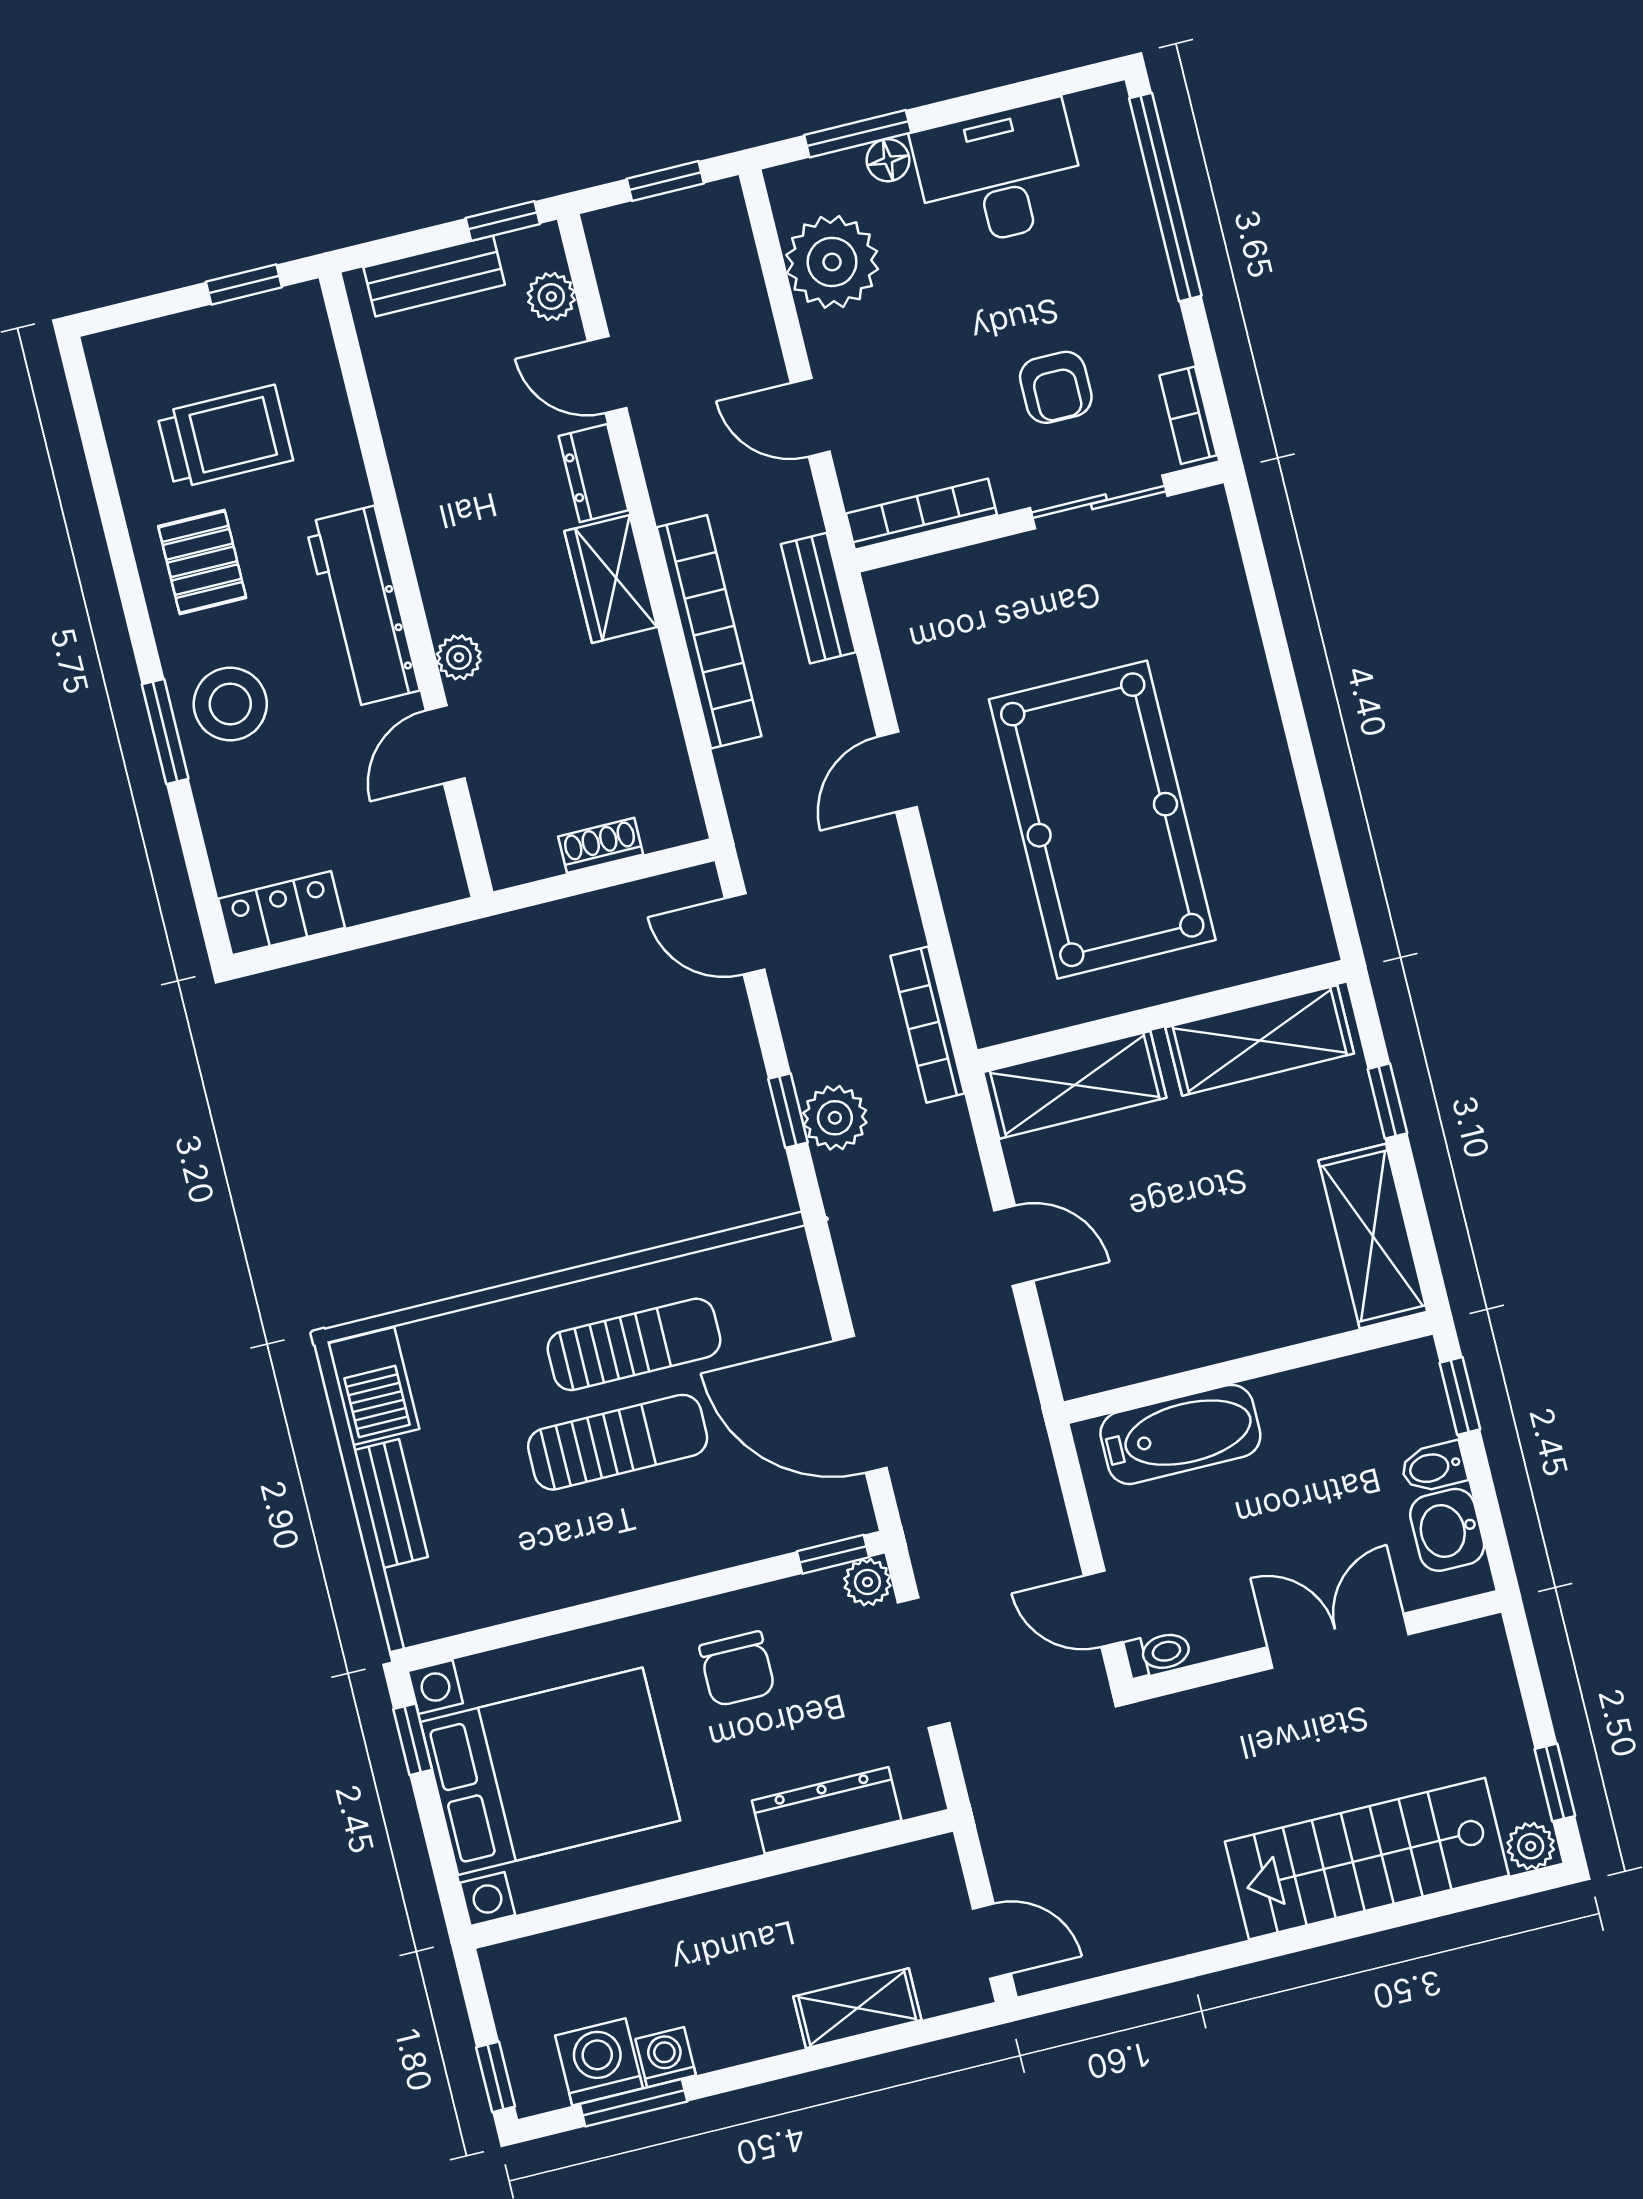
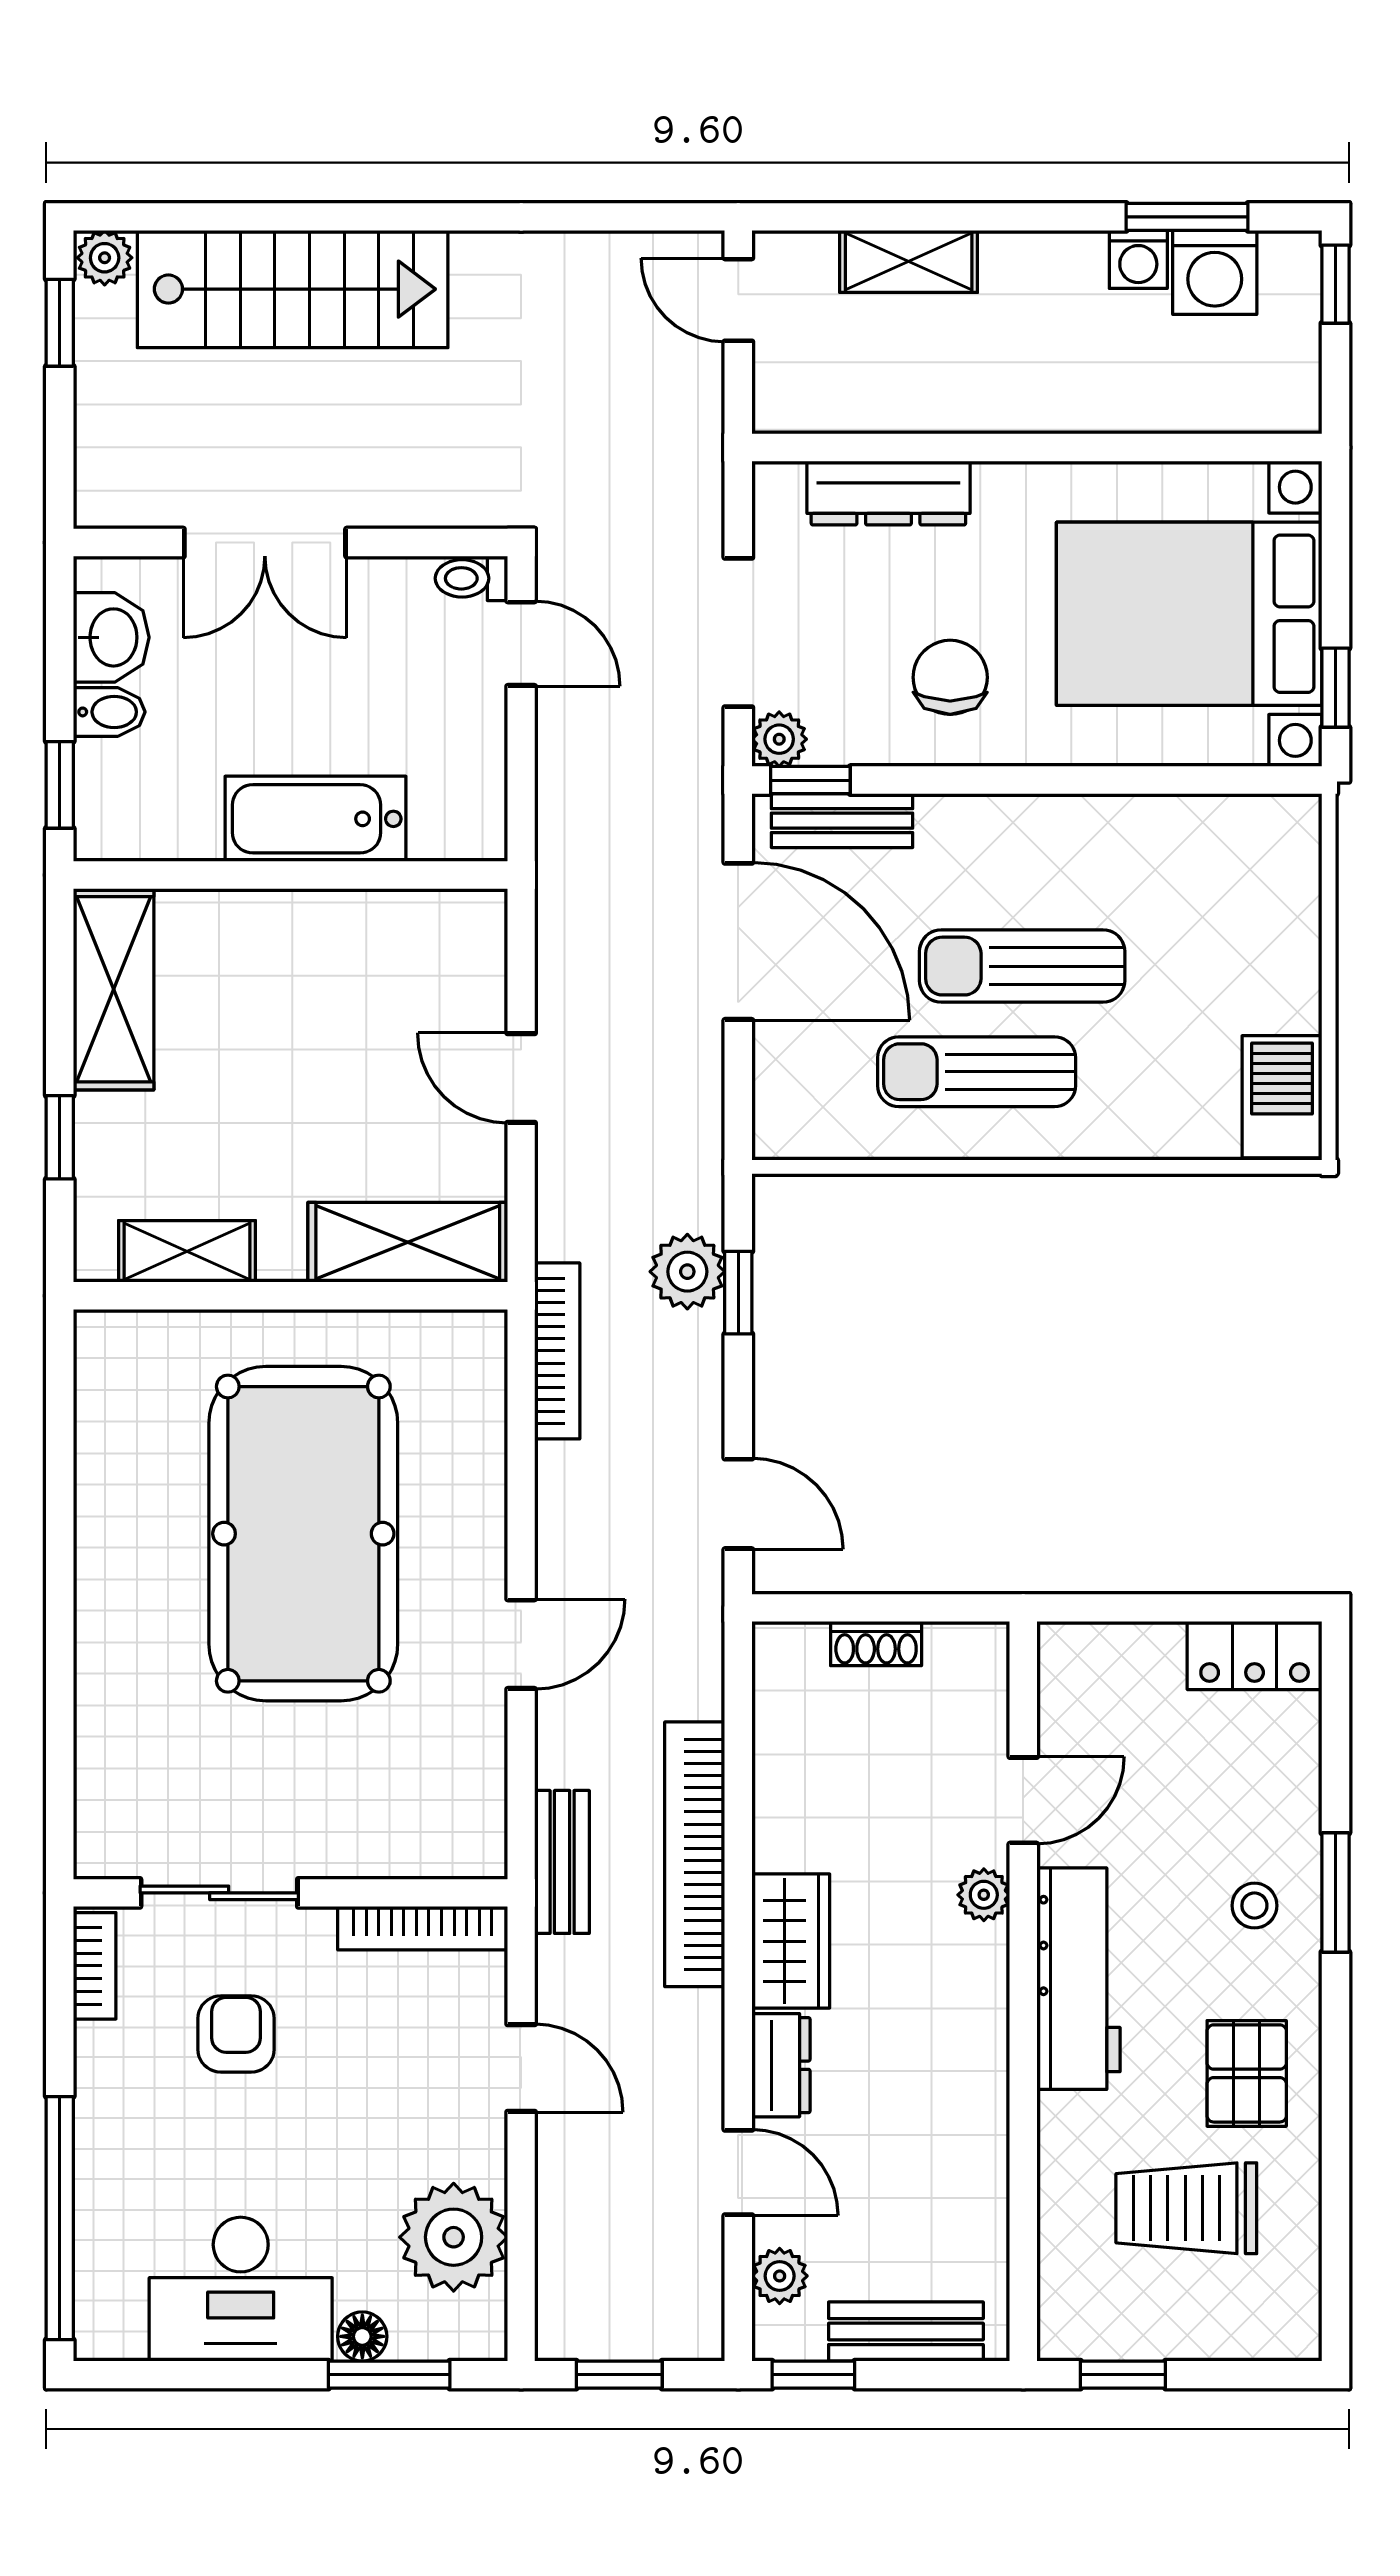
stool: (230, 704) -> (1254, 1906), width x0.53, depth x0.53
shelving: (1260, 1040) -> (187, 1251), width x0.67, depth x0.75
bathtub: (1180, 1434) -> (316, 819), moved
bench: (391, 1504) -> (842, 821), moved, turned 90

